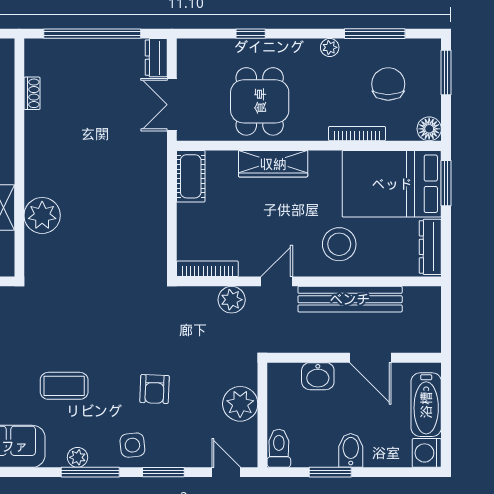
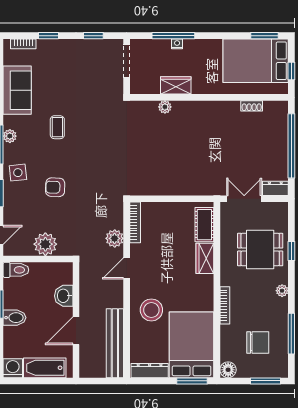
plant: (330, 47) -> (282, 291), moved
dining table: (260, 101) -> (260, 250), moved
bookcase: (357, 134) -> (225, 305), moved
wardrobe: (273, 164) -> (205, 258), width x0.67
cot: (191, 176) -> (204, 225), moved, turned 90
plant: (42, 215) -> (165, 107), width x0.53, depth x0.53
door: (277, 281) -> (127, 268), swing flipped
bench: (350, 299) -> (115, 343), moved
coffee table: (64, 386) -> (57, 127), width x0.73, depth x0.77

